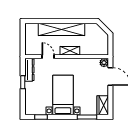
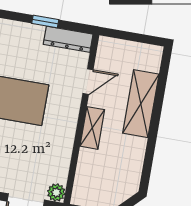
shelving: (62, 29) -> (141, 104), width x0.68

